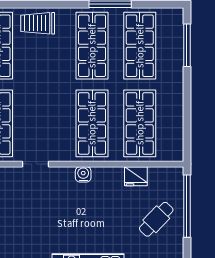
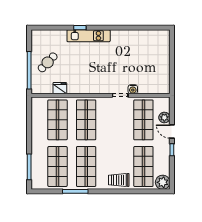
trolley: (38, 23) -> (119, 180), turned 180
water cooler: (83, 174) -> (133, 89), moved

